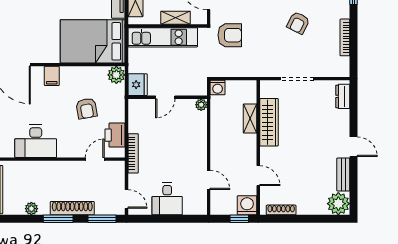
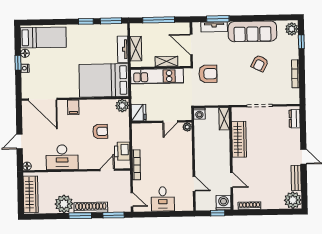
door: (165, 97) -> (170, 122), moved
armchair: (87, 108) -> (100, 131), turned -81
shelving: (250, 118) -> (224, 119), moved
plant: (31, 209) -> (64, 204), width x1.88, depth x1.88

